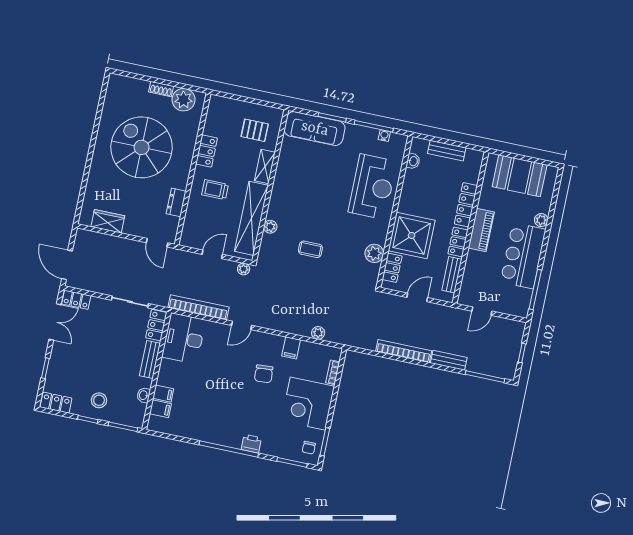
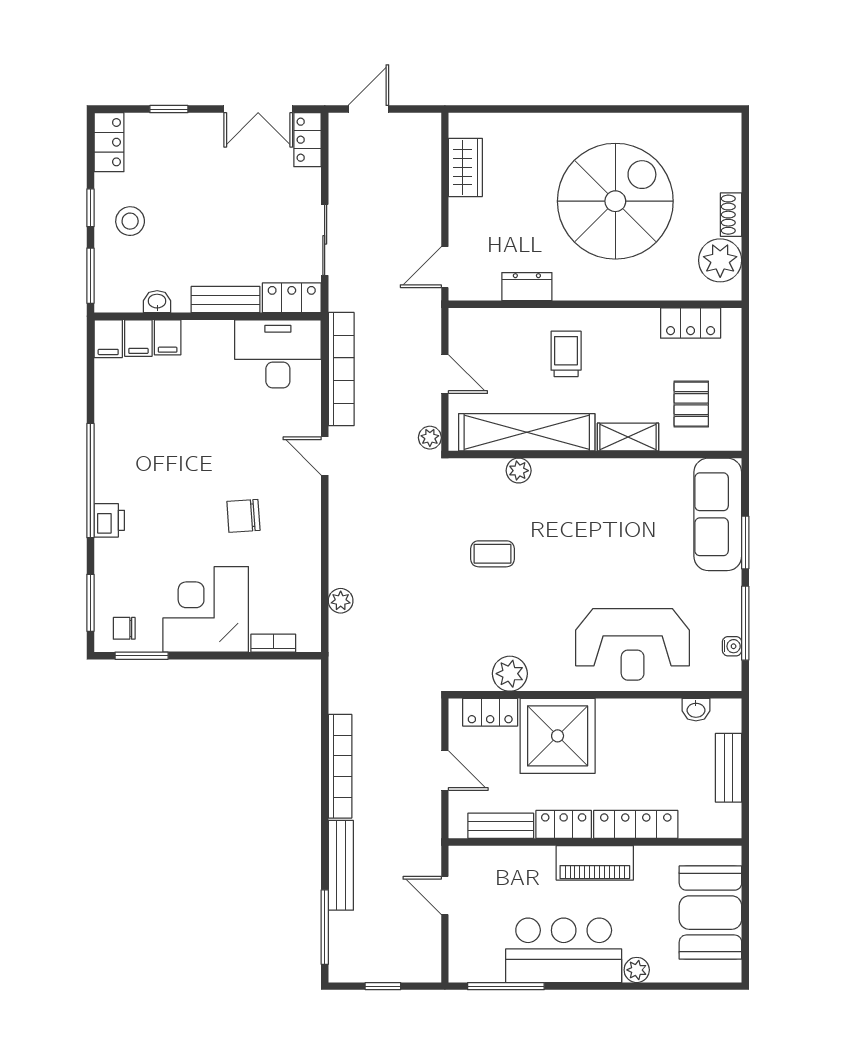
locker: (207, 151) -> (691, 323), moved
coffee table: (310, 249) -> (492, 554), turned 90
door: (67, 265) -> (368, 109), width x0.73
filing cabinet: (291, 348) -> (108, 339), moved, turned -90
bench: (449, 360) -> (341, 865), width x1.36

